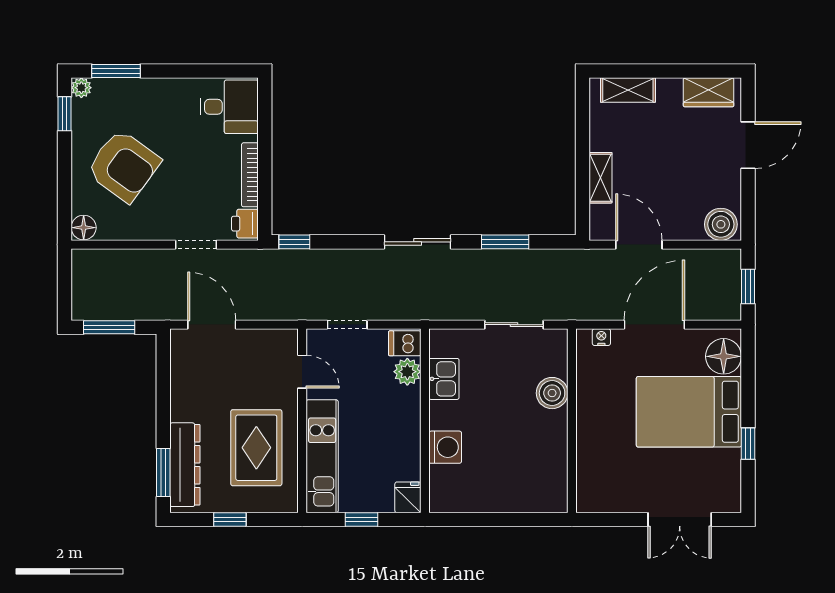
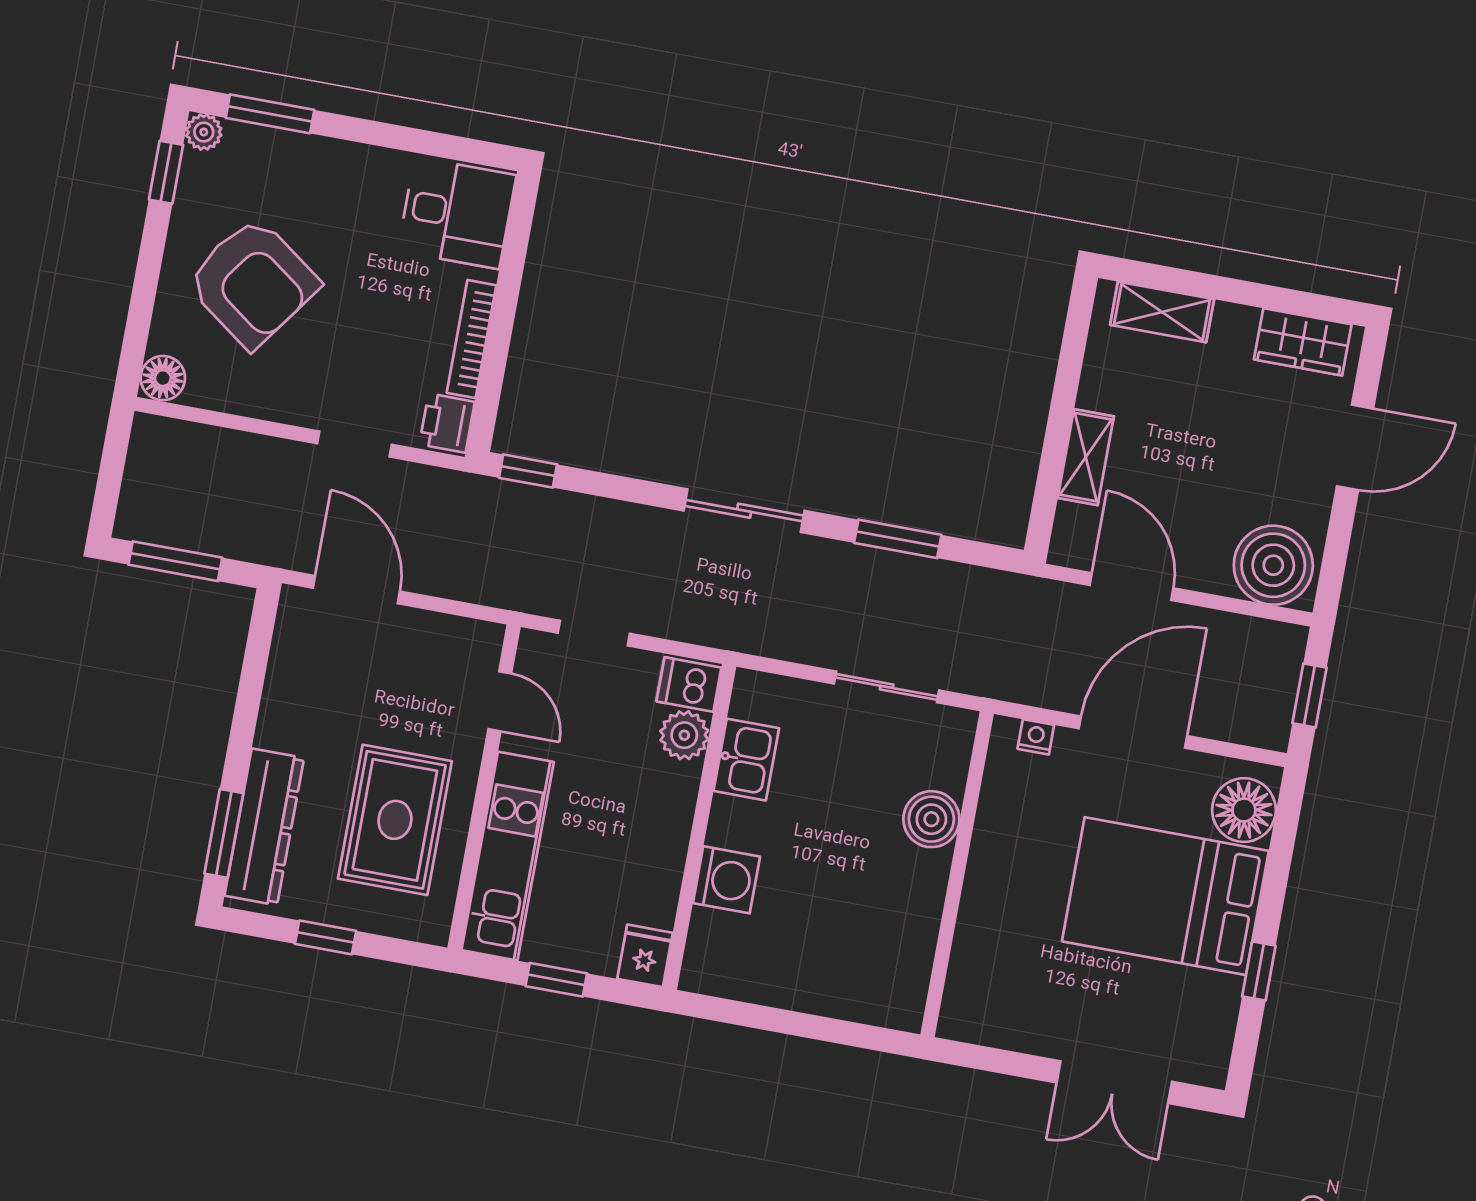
boiler: (721, 224) -> (1273, 565), width x1.37, depth x1.37

